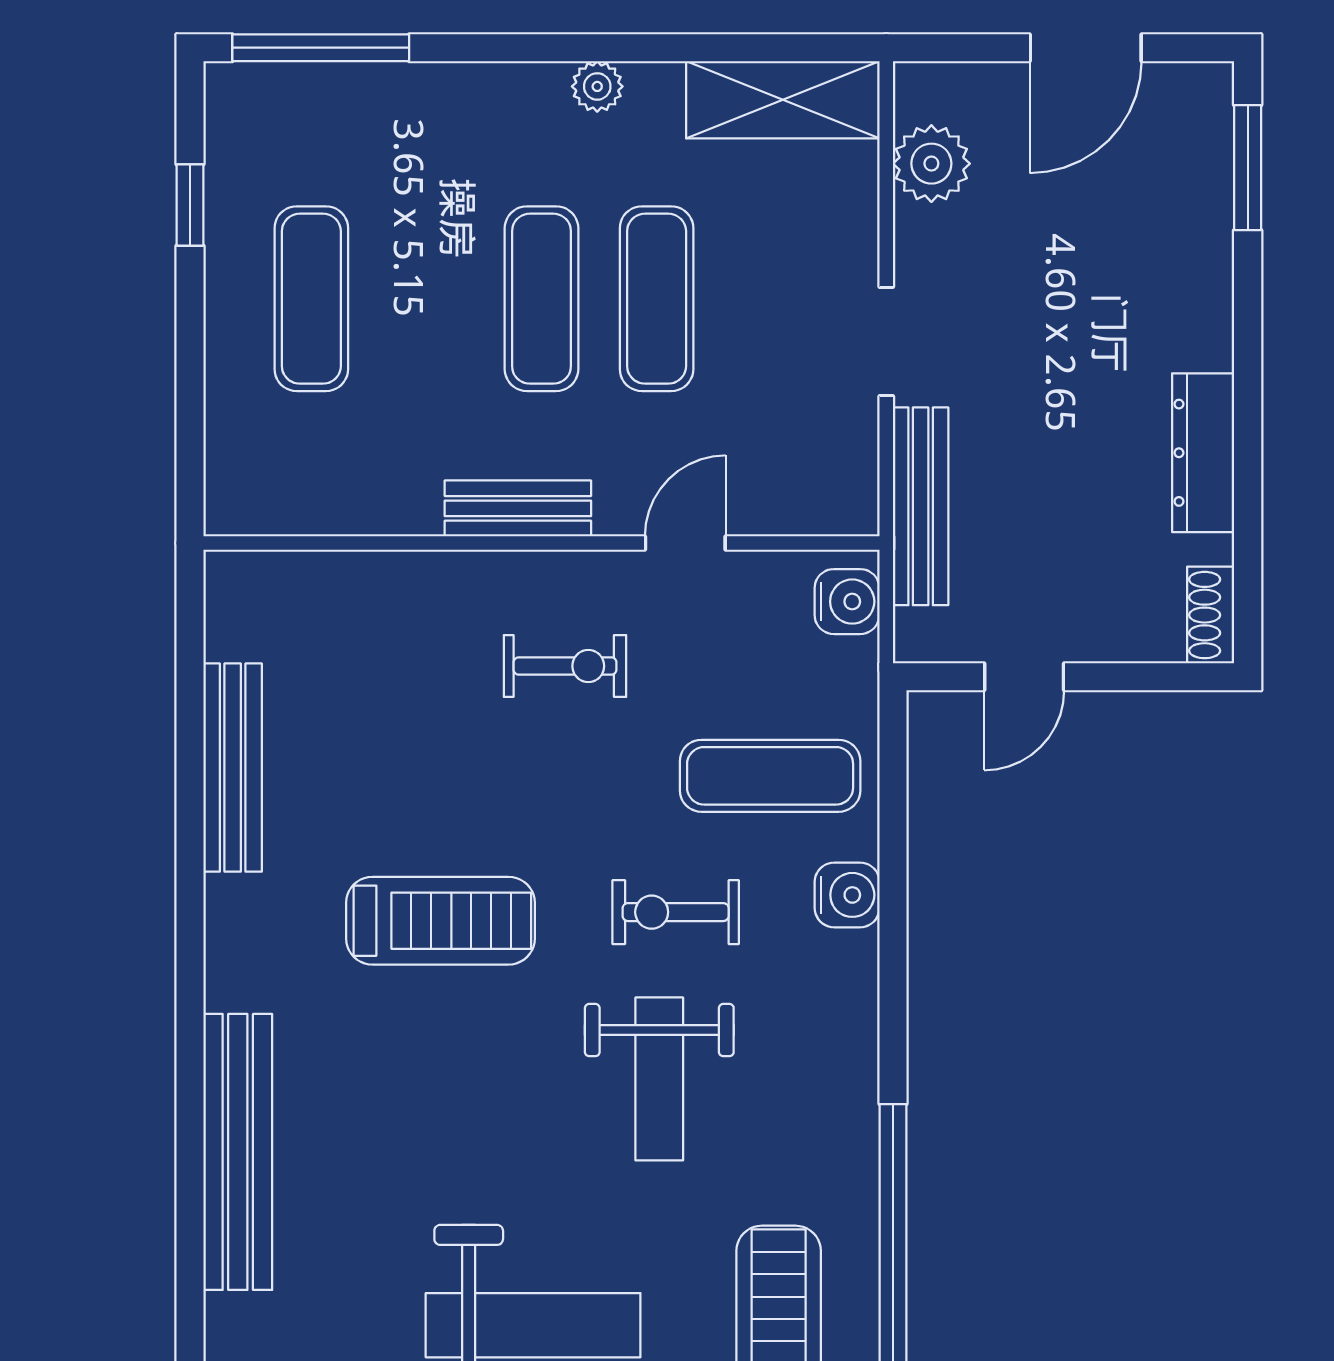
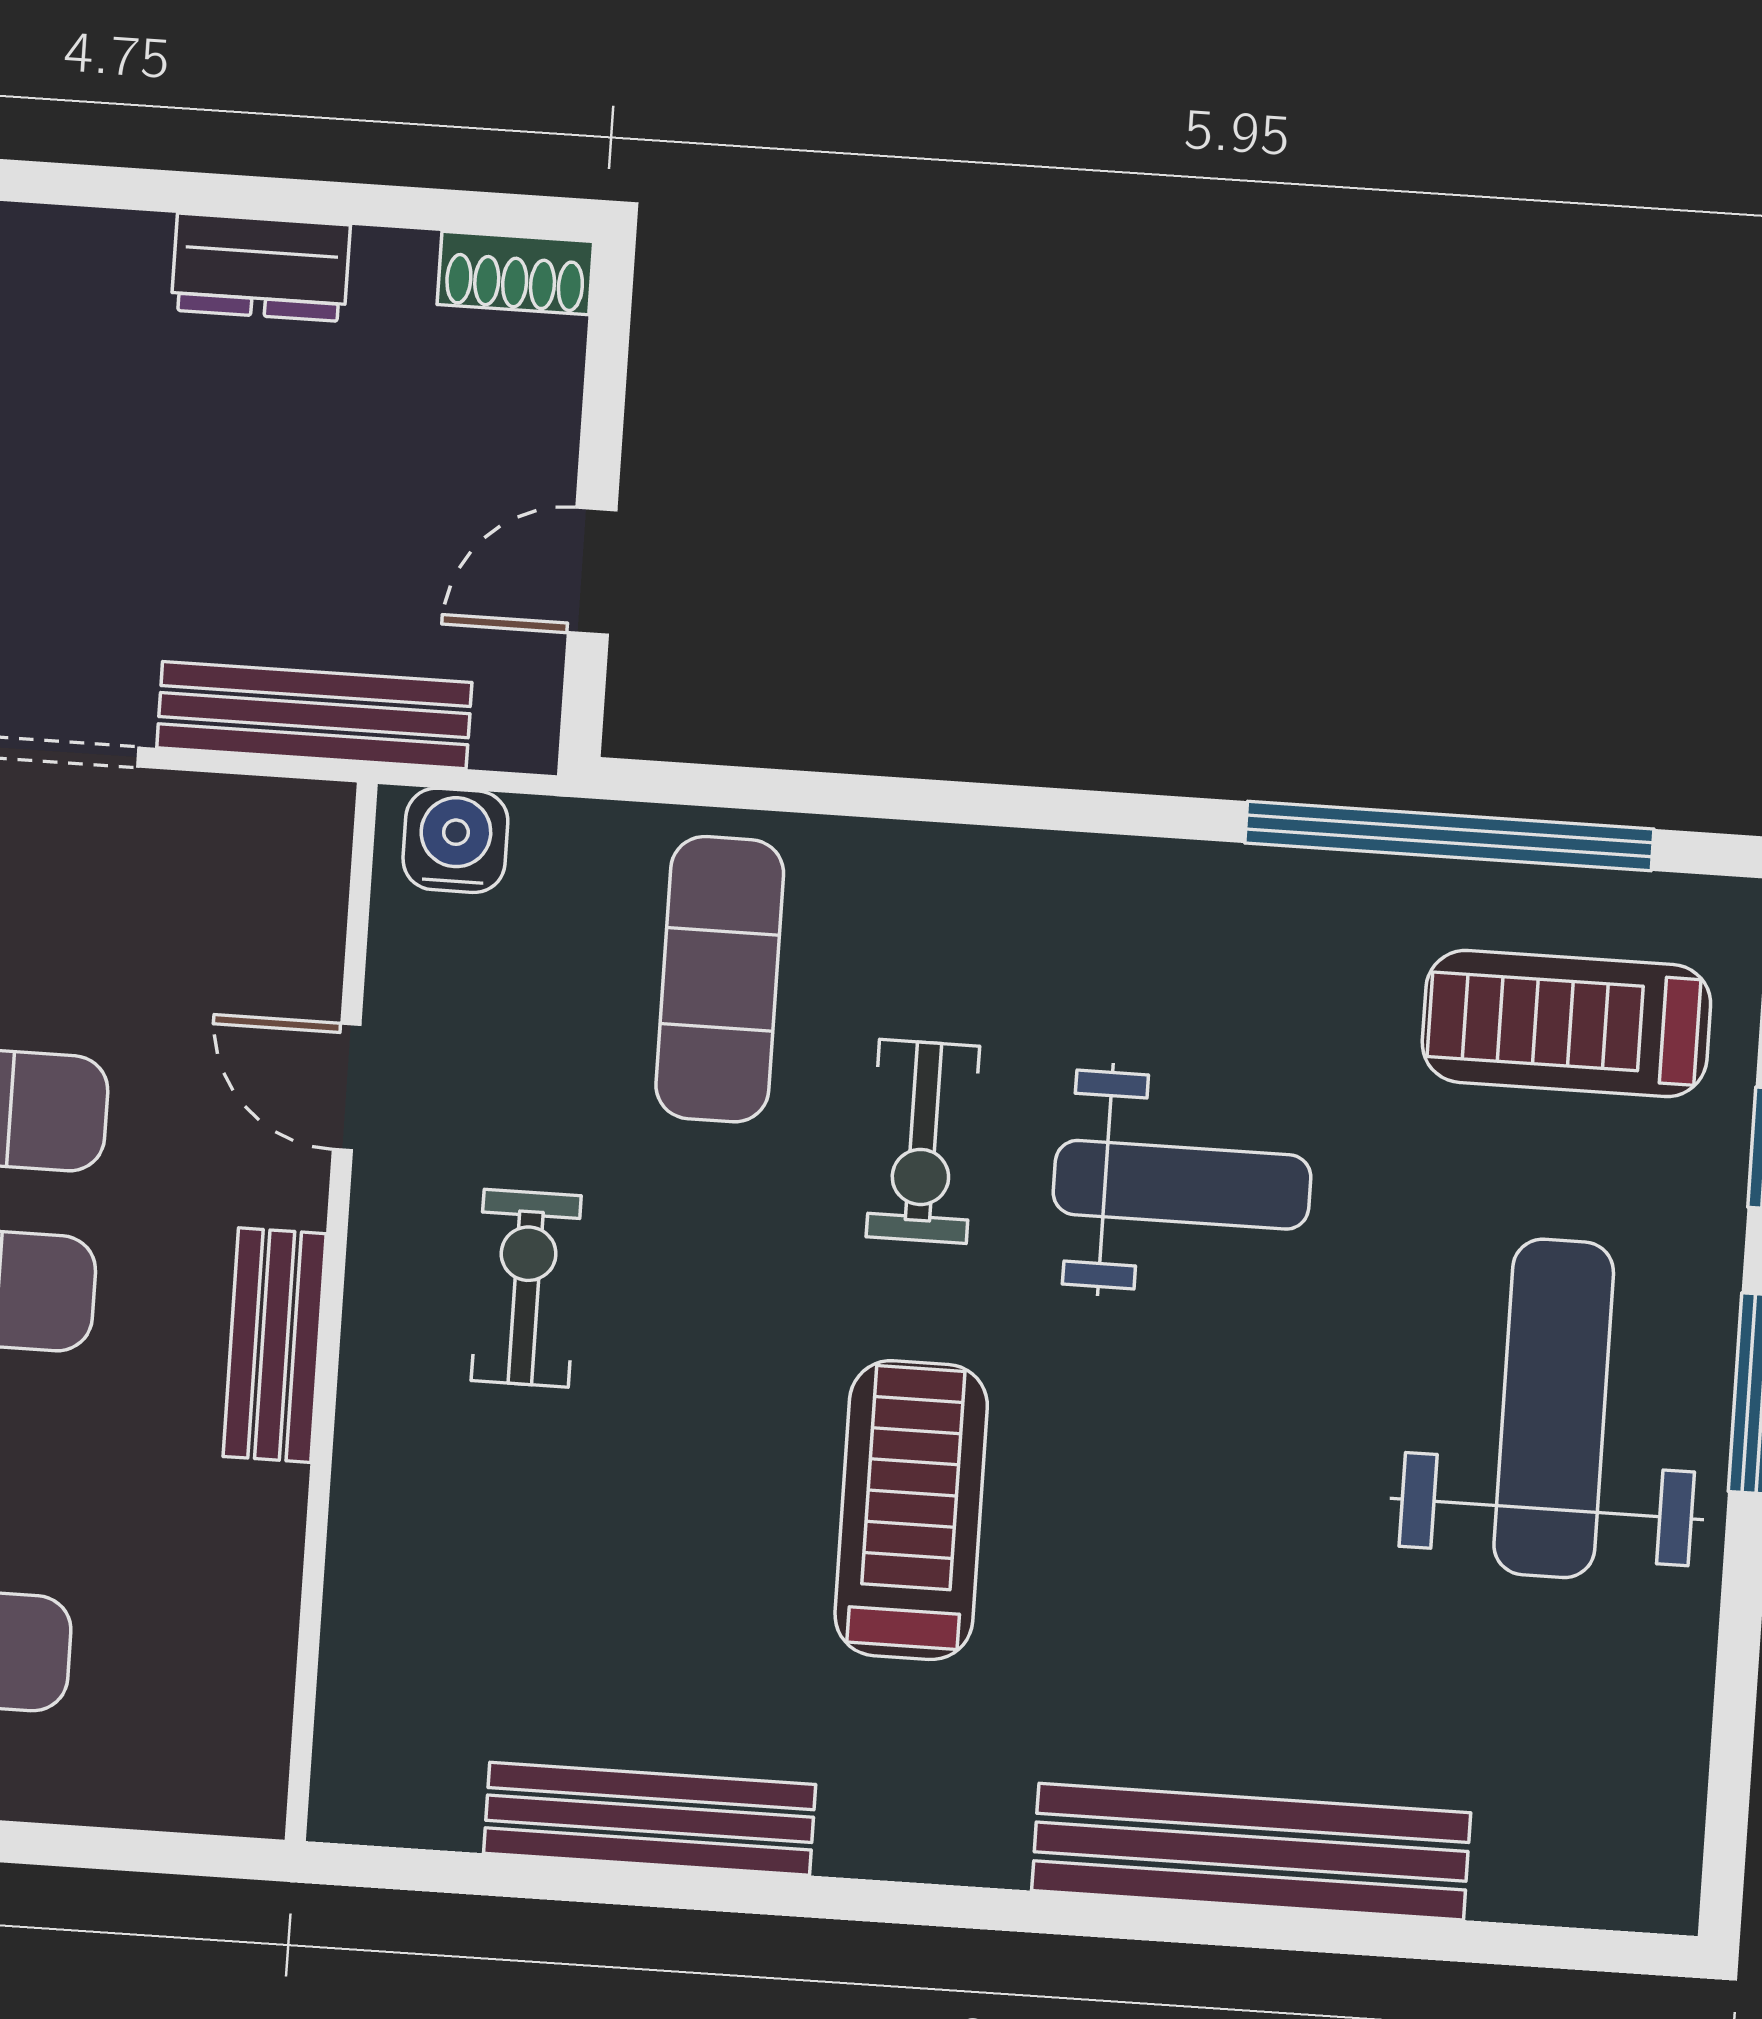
dresser: (1203, 453) -> (261, 267), width x0.70
door: (1024, 677) -> (592, 571), swing flipped
water cooler: (847, 895) -> (914, 871), removed

